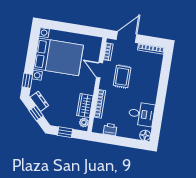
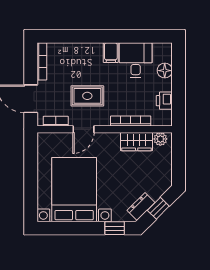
filing cabinet: (149, 98) -> (111, 53), added
window: (65, 132) -> (178, 163), removed
floor lamp: (145, 135) -> (165, 71), moved

